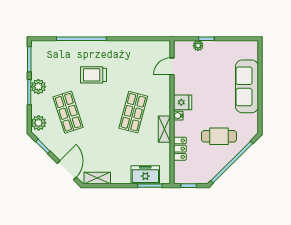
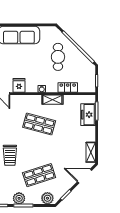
fridge: (183, 102) -> (19, 85), moved

